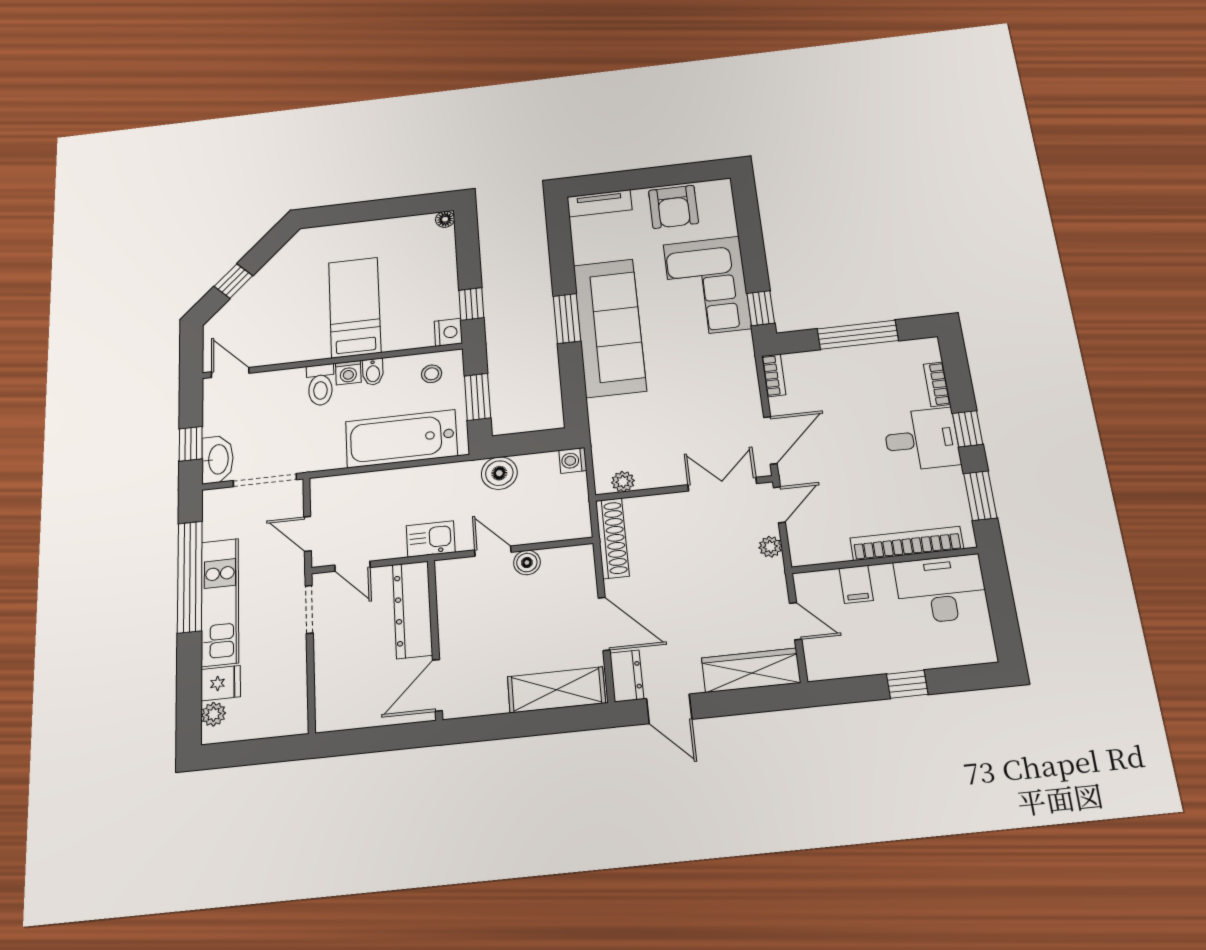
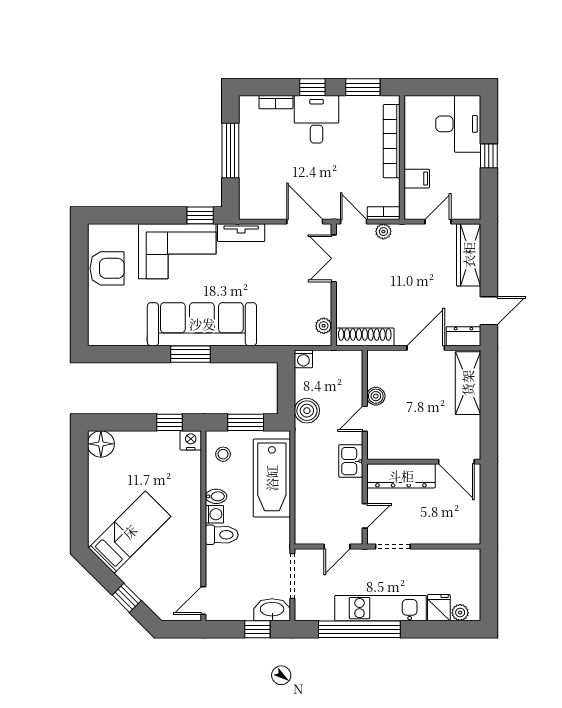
tv unit: (599, 203) -> (241, 233), moved, turned 90
floor lamp: (445, 219) -> (101, 444), width x1.89, depth x1.89
bed: (355, 307) -> (130, 532), moved, turned 135
bookcase: (774, 375) -> (384, 213), moved
desk: (941, 589) -> (458, 124), moved, turned 180

